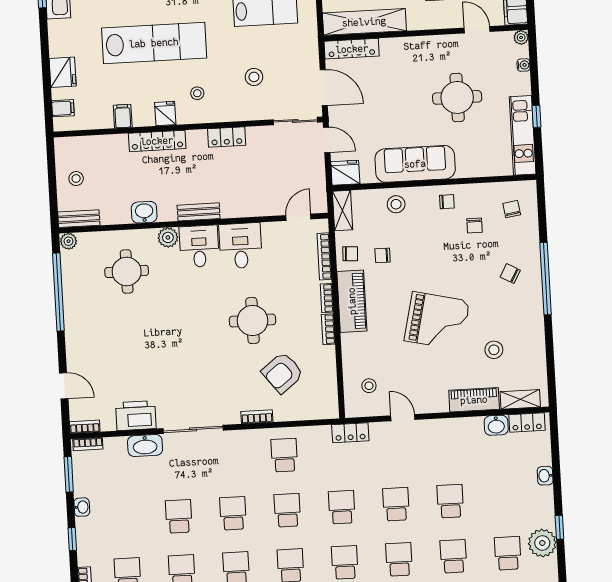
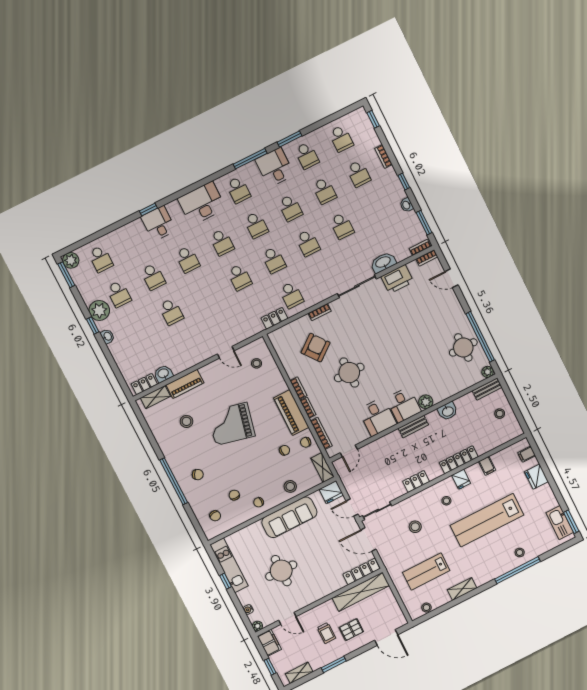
round table: (127, 271) -> (463, 347), moved
locker: (350, 433) -> (274, 318), moved
washbasin: (545, 476) -> (107, 336), moved
school desk: (396, 504) -> (205, 295), removed

